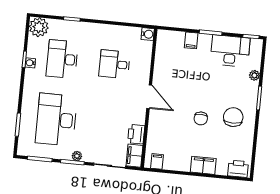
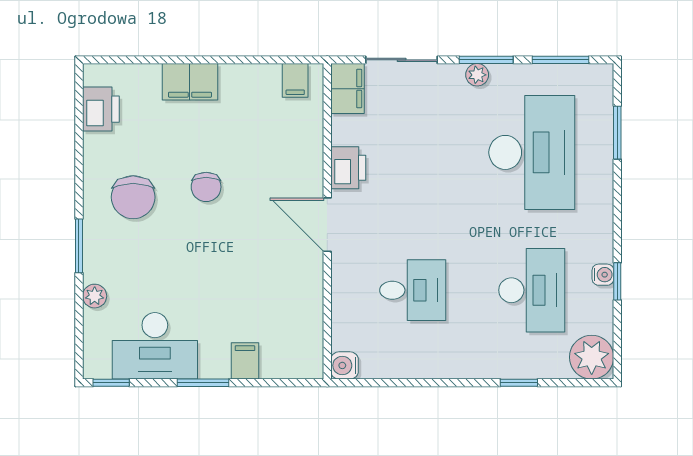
chair: (201, 118) -> (206, 187), turned 180
printer: (136, 134) -> (348, 168), moved
printer: (238, 169) -> (101, 109), moved, turned -90

